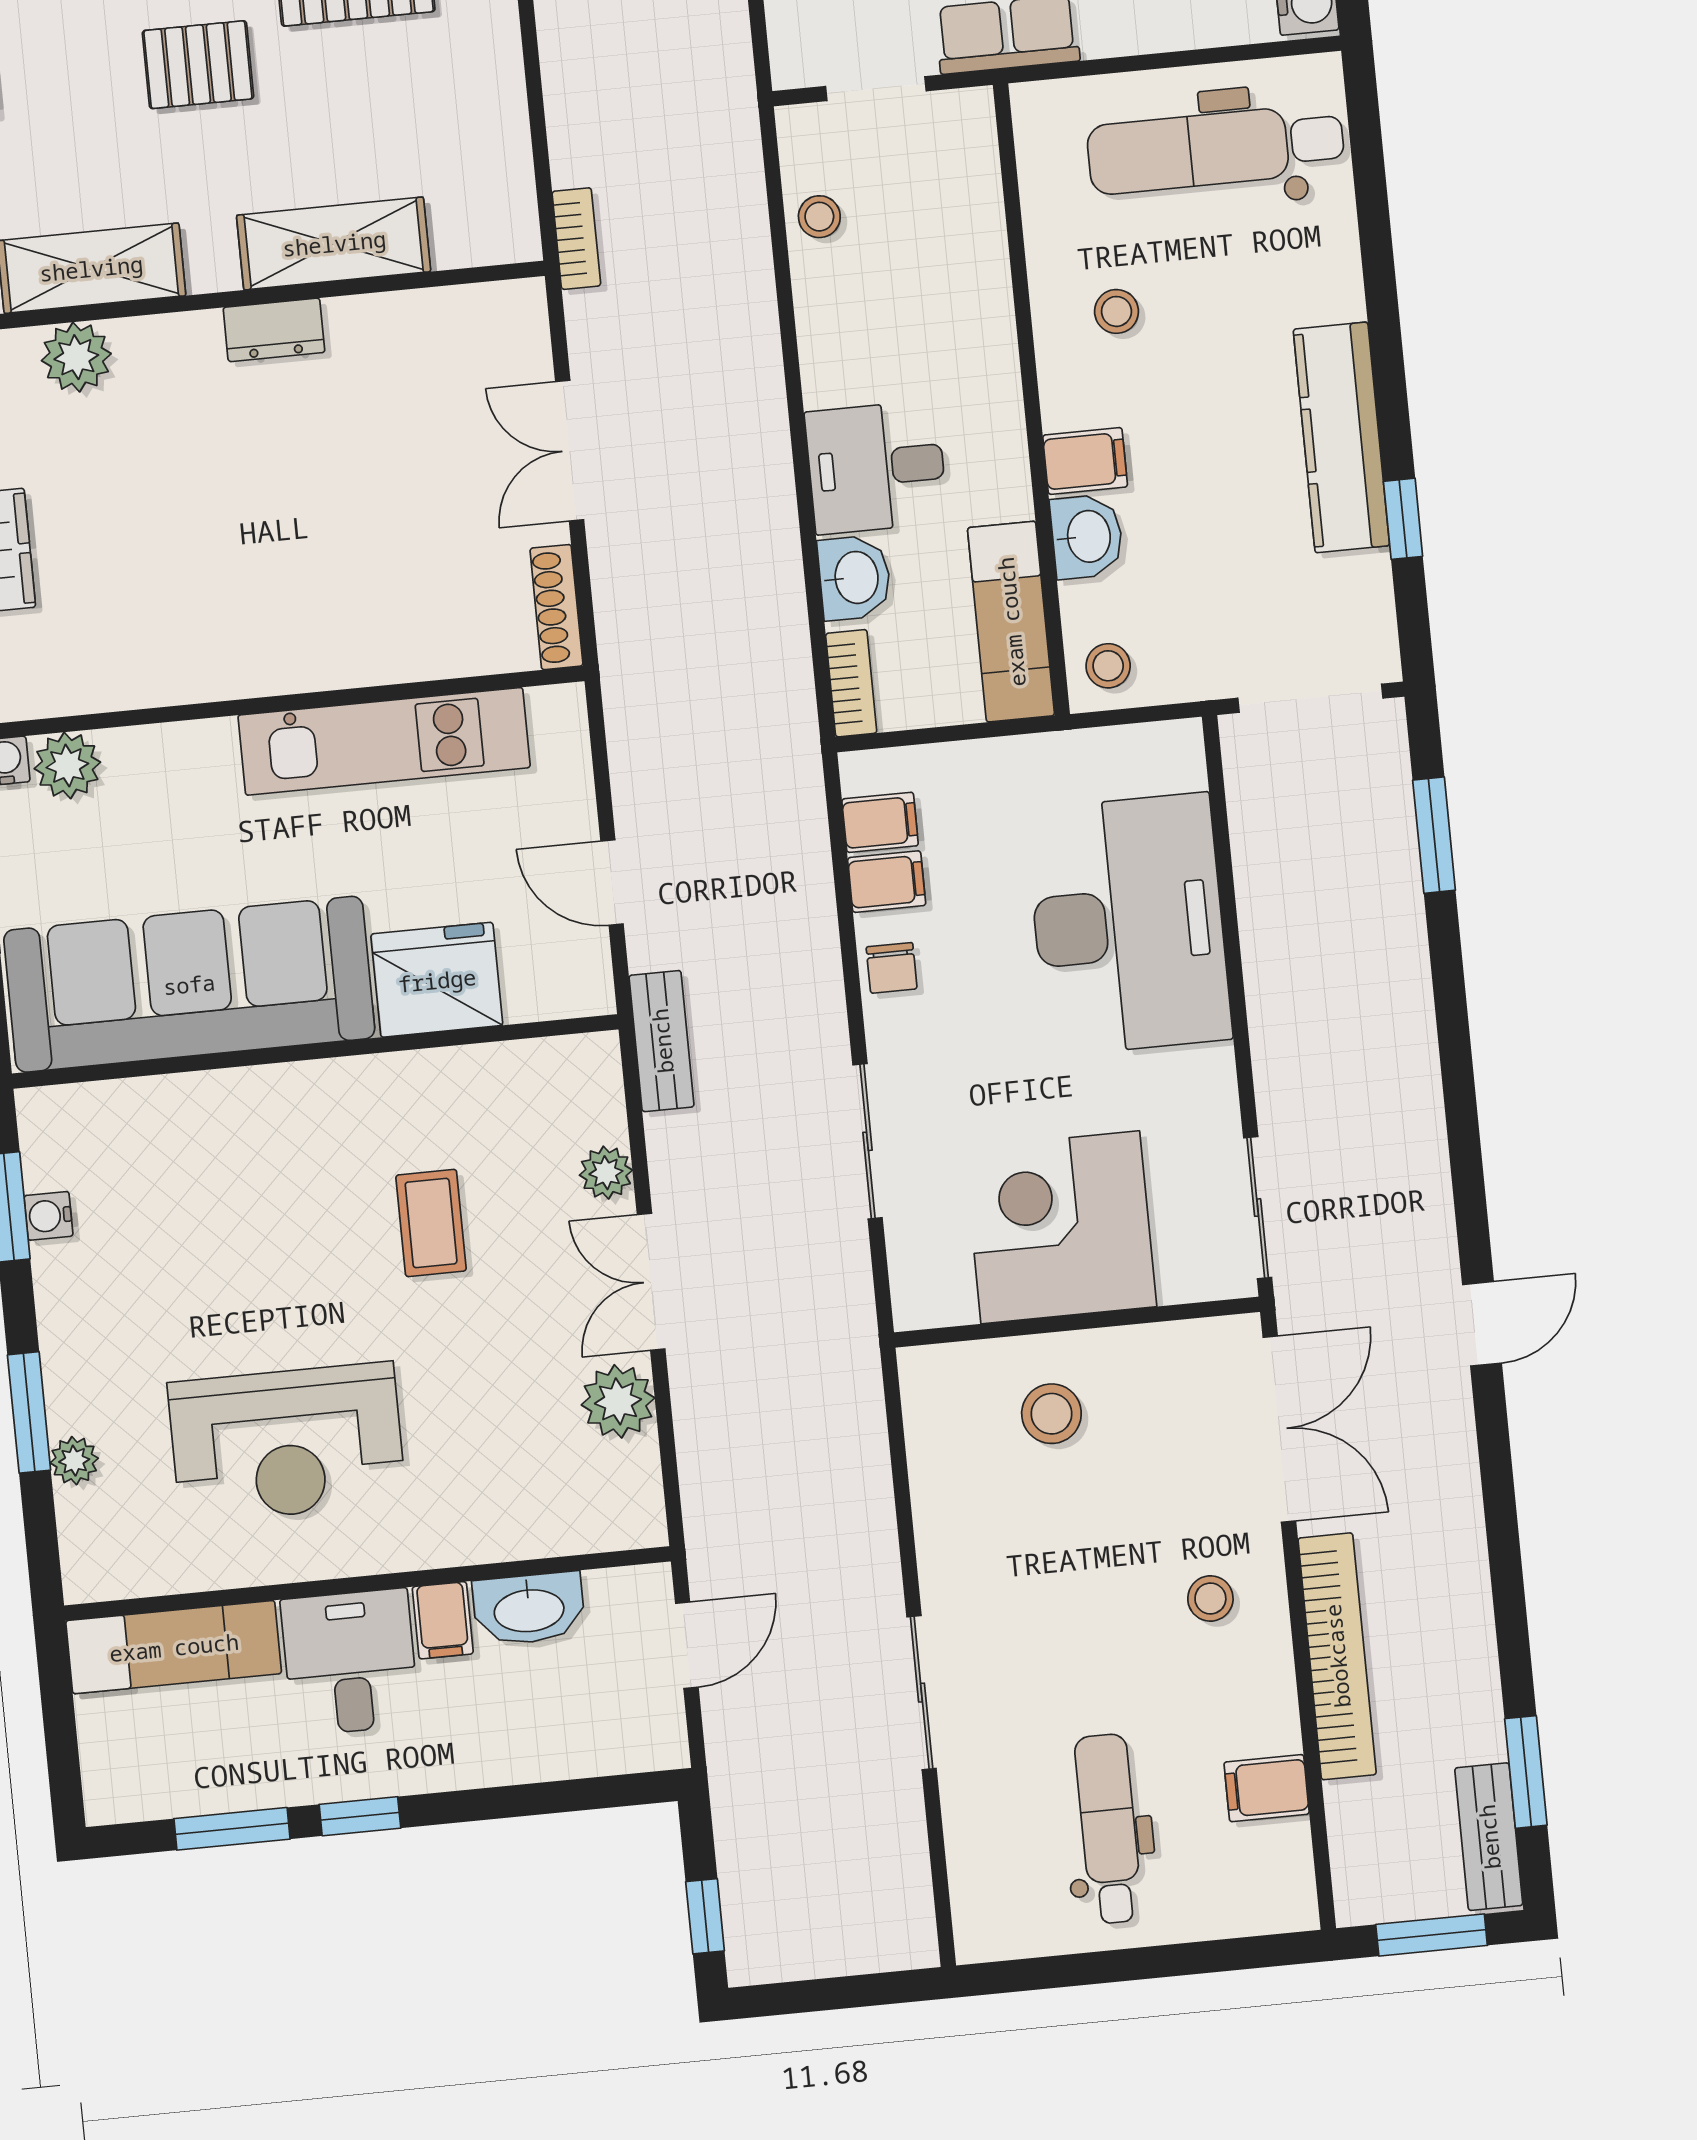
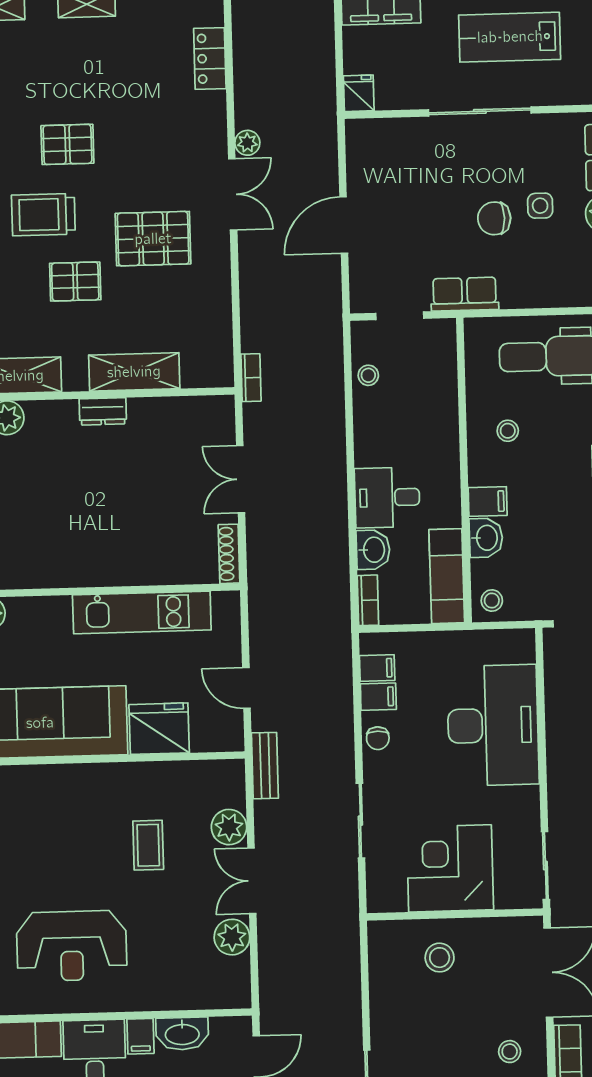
plant: (606, 1173) -> (229, 827), width x1.38, depth x1.38

